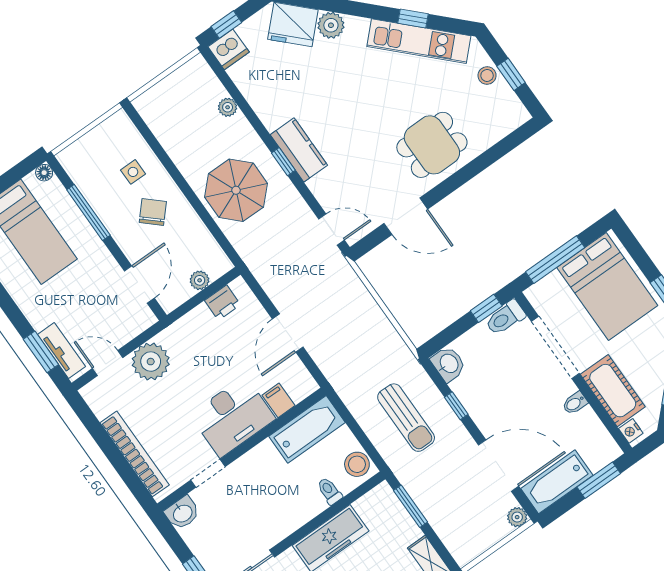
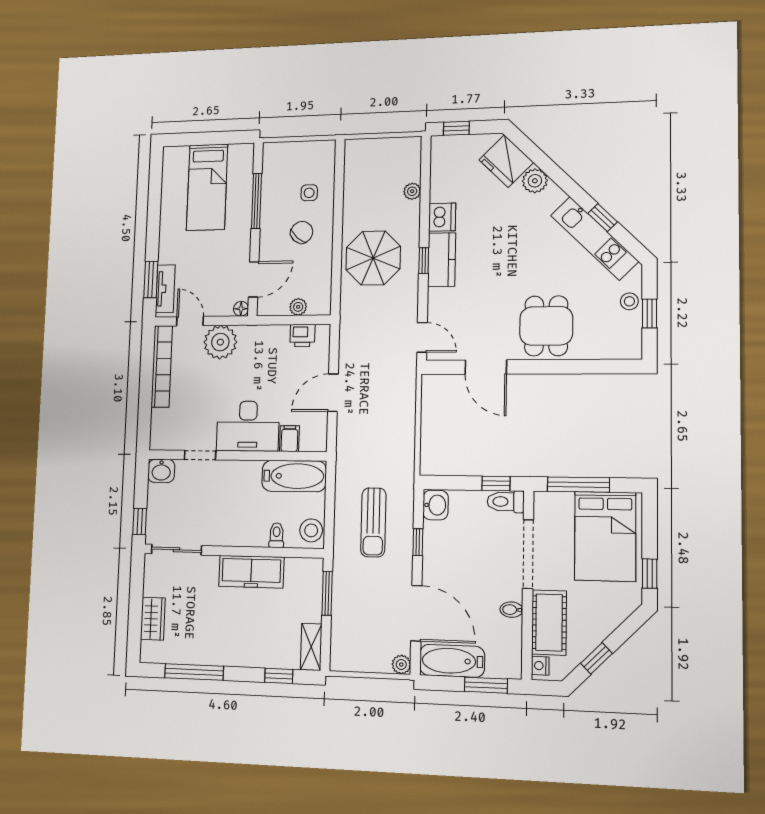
dishwasher: (229, 49) -> (442, 217), moved, turned -90
dining table: (432, 145) -> (546, 326), turned 90
floor lamp: (44, 173) -> (241, 309), moved
bookcase: (135, 454) -> (162, 366), moved

